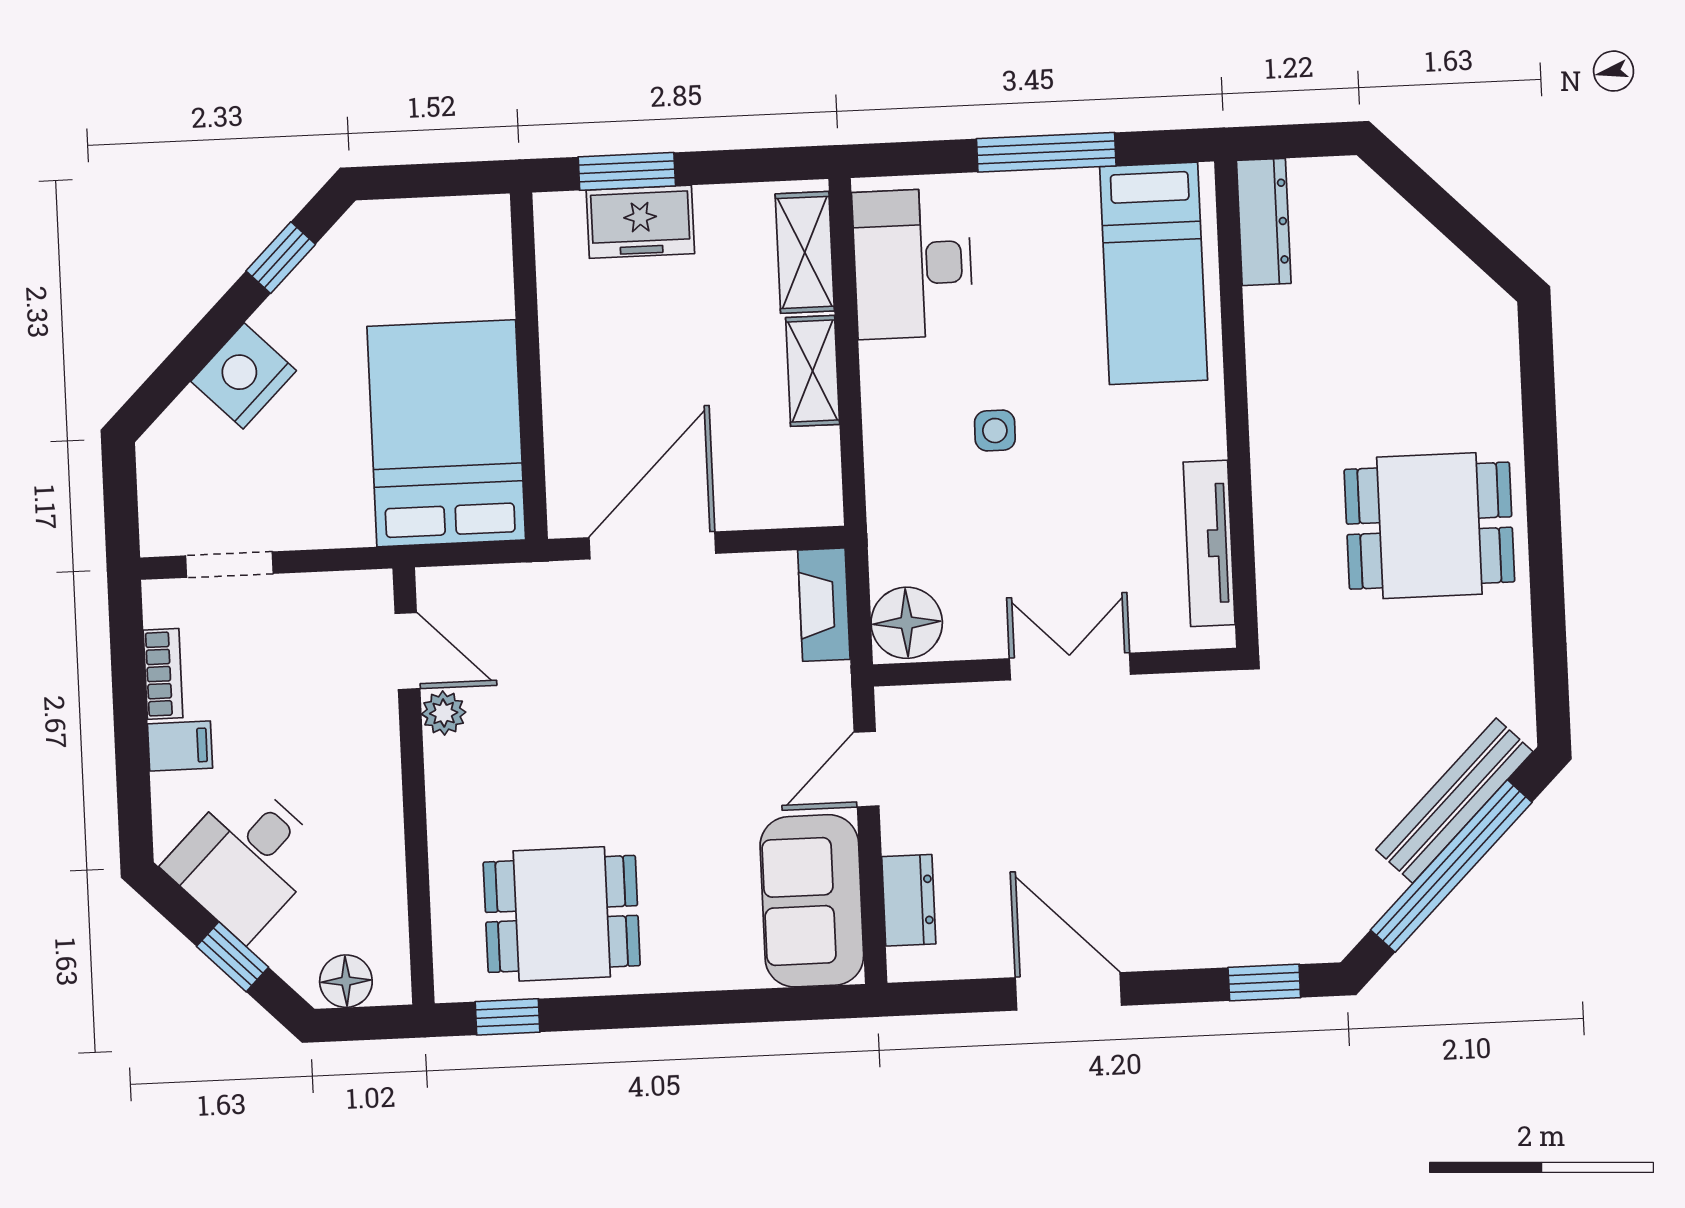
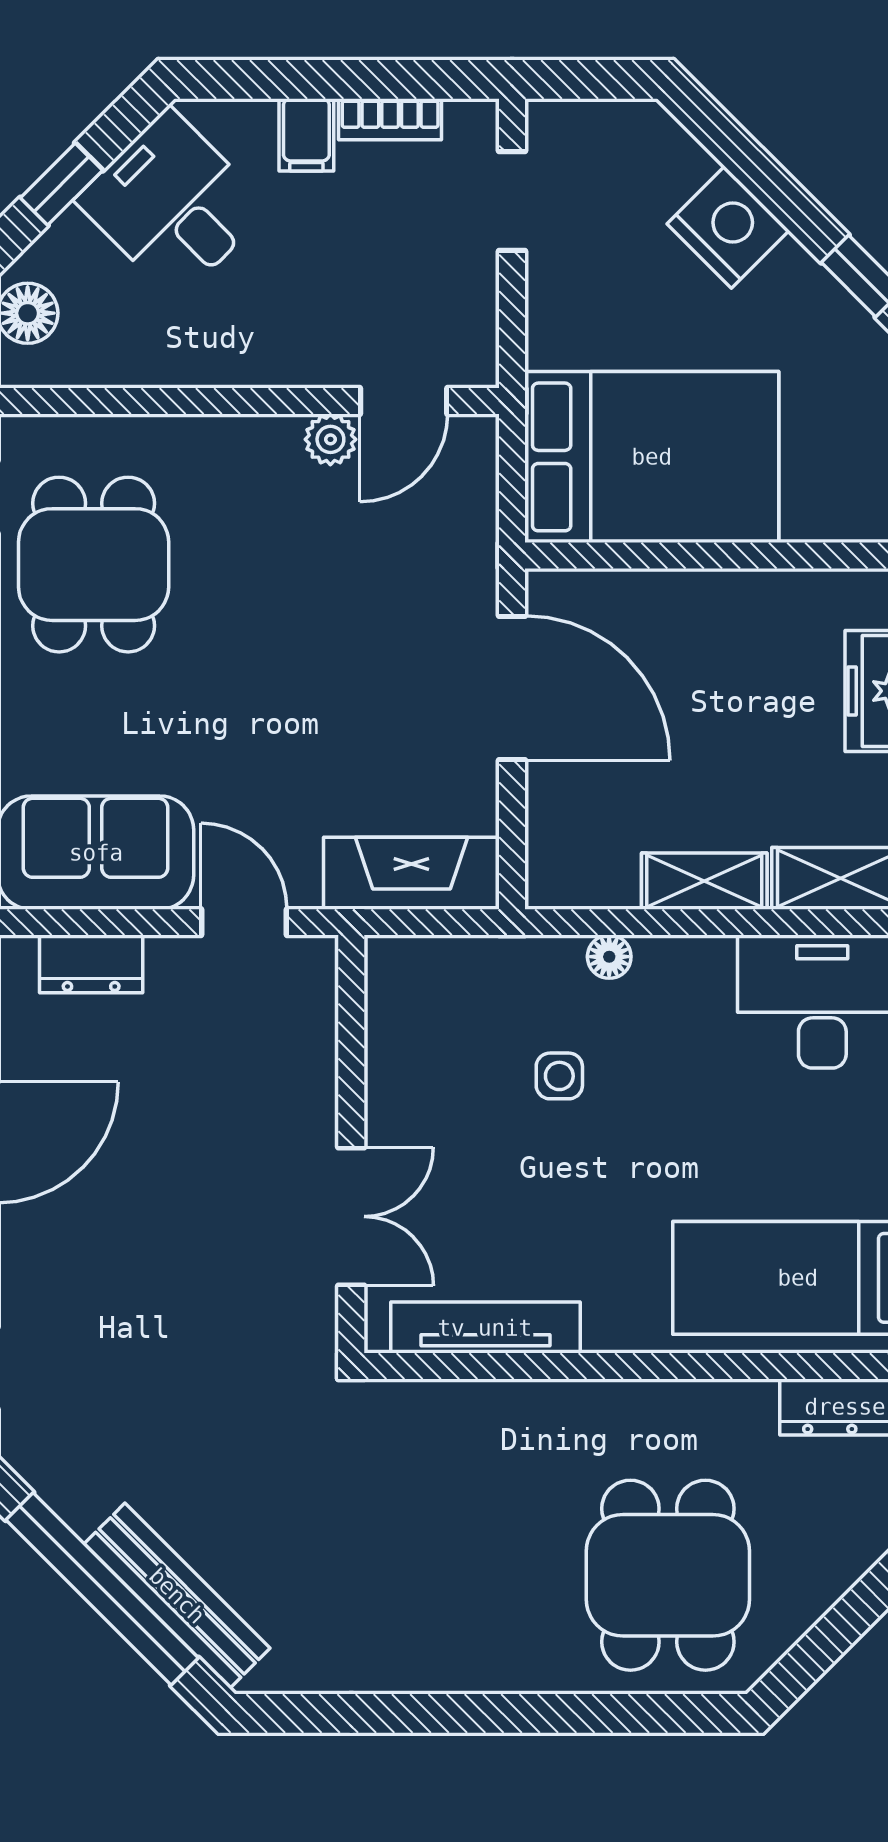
side table: (995, 431) -> (559, 1076), moved
dining table: (1429, 526) -> (668, 1575), moved
fireplace: (824, 605) -> (411, 873), width x1.37, depth x1.32
floor lamp: (907, 623) -> (609, 957), moved, width x0.53, depth x0.53
double door: (1070, 666) -> (351, 1216), moved

